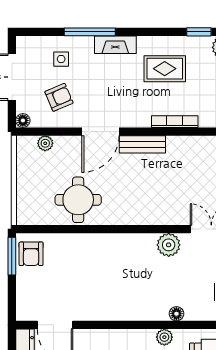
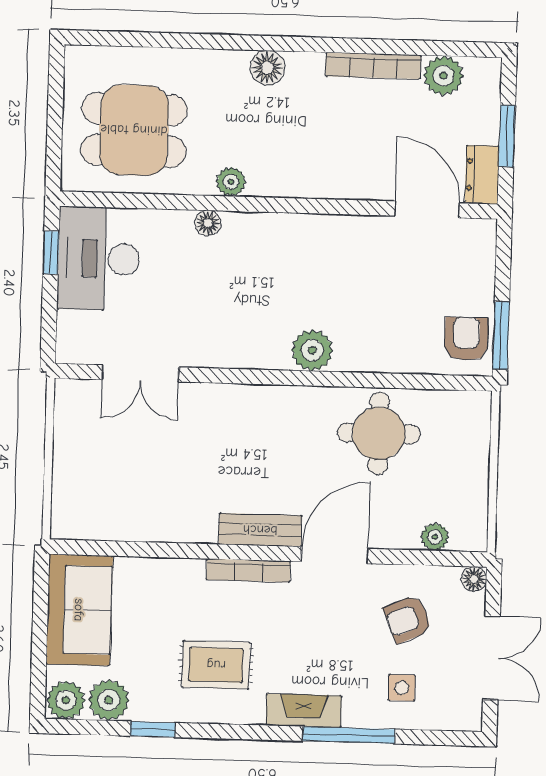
bookcase: (175, 122) -> (248, 570), moved
plant: (169, 245) -> (312, 350), moved

